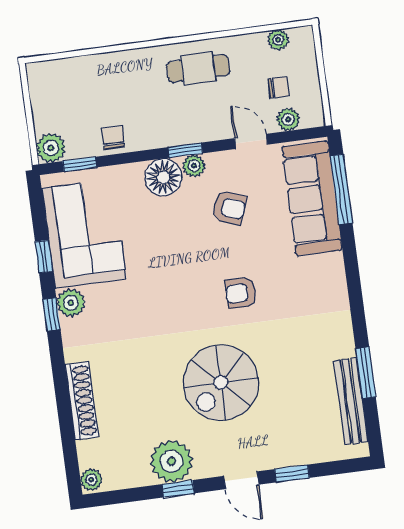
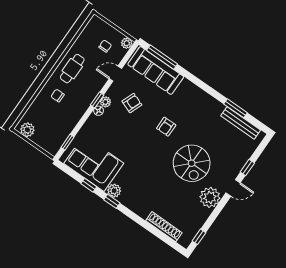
plant: (278, 40) -> (88, 31), removed
plant: (288, 119) -> (127, 43), moved
chair: (113, 138) -> (58, 96), moved
plant: (51, 148) -> (27, 130), moved
floor lamp: (163, 177) -> (99, 111), width x0.53, depth x0.53
shoe rack: (82, 401) -> (164, 227), moved
plant: (171, 461) -> (210, 197), moved
plant: (91, 480) -> (184, 241), removed
window: (178, 489) -> (199, 237), moved

